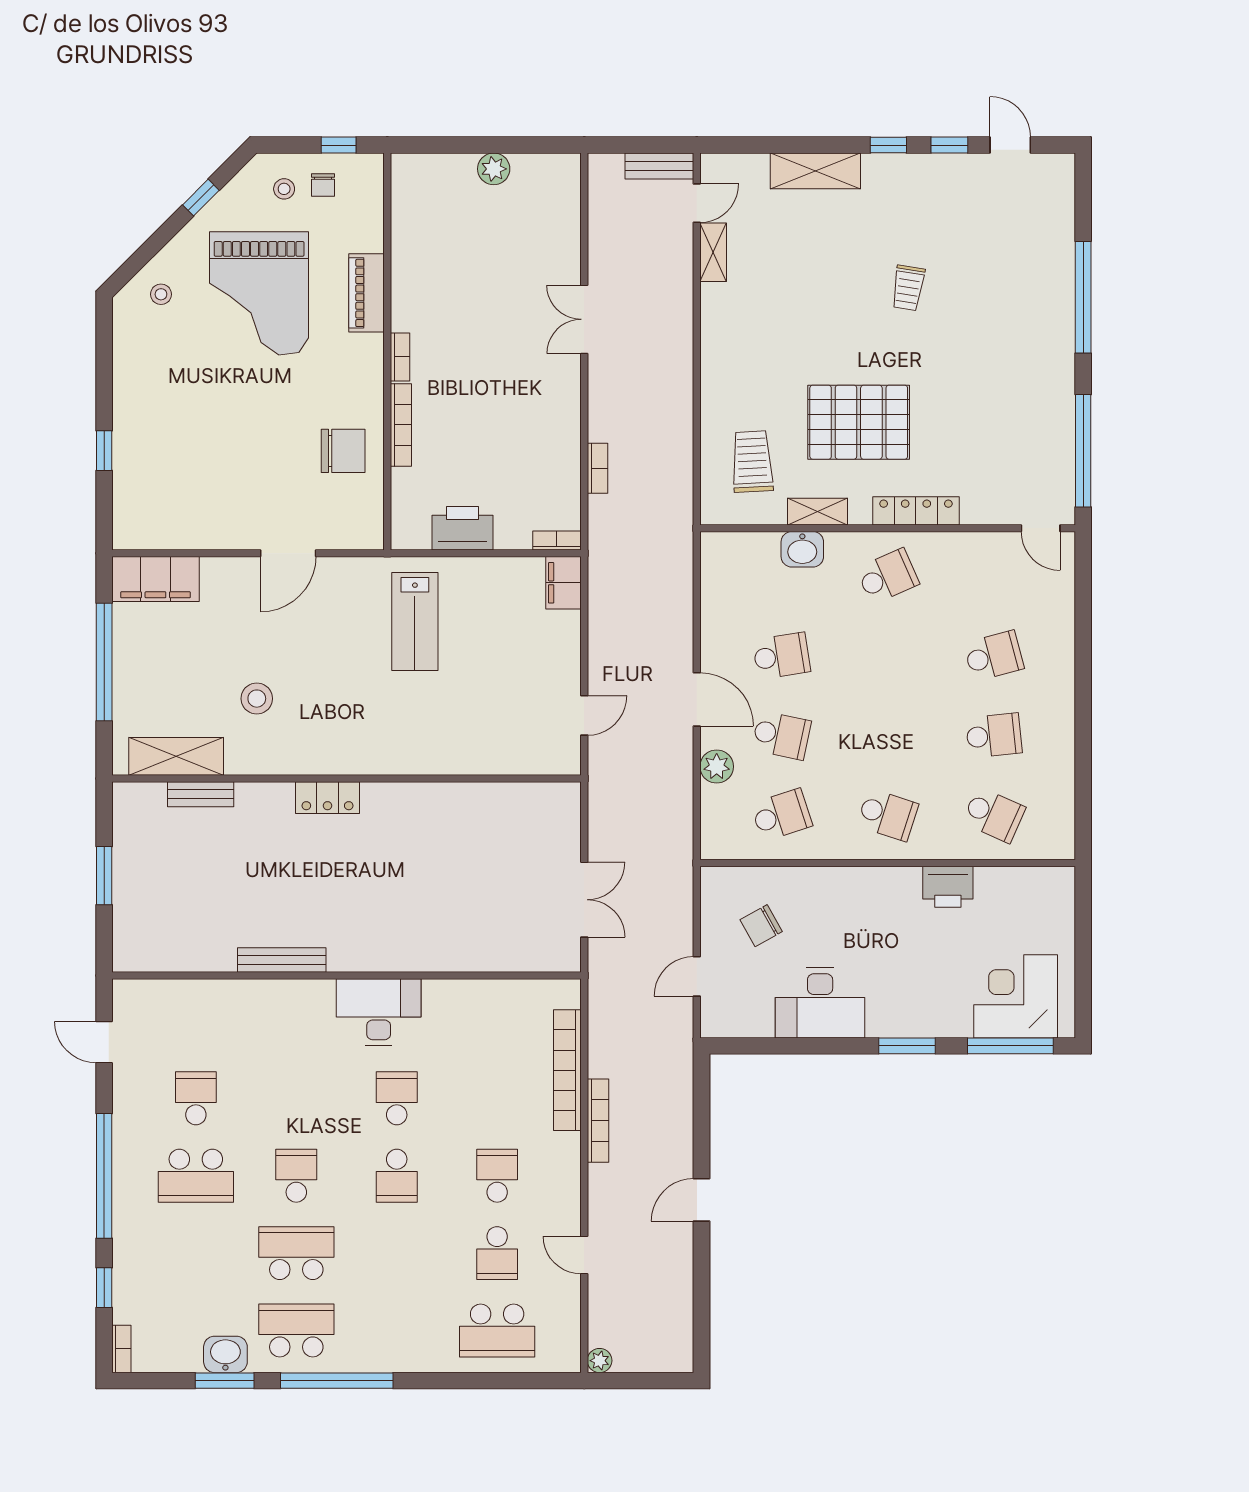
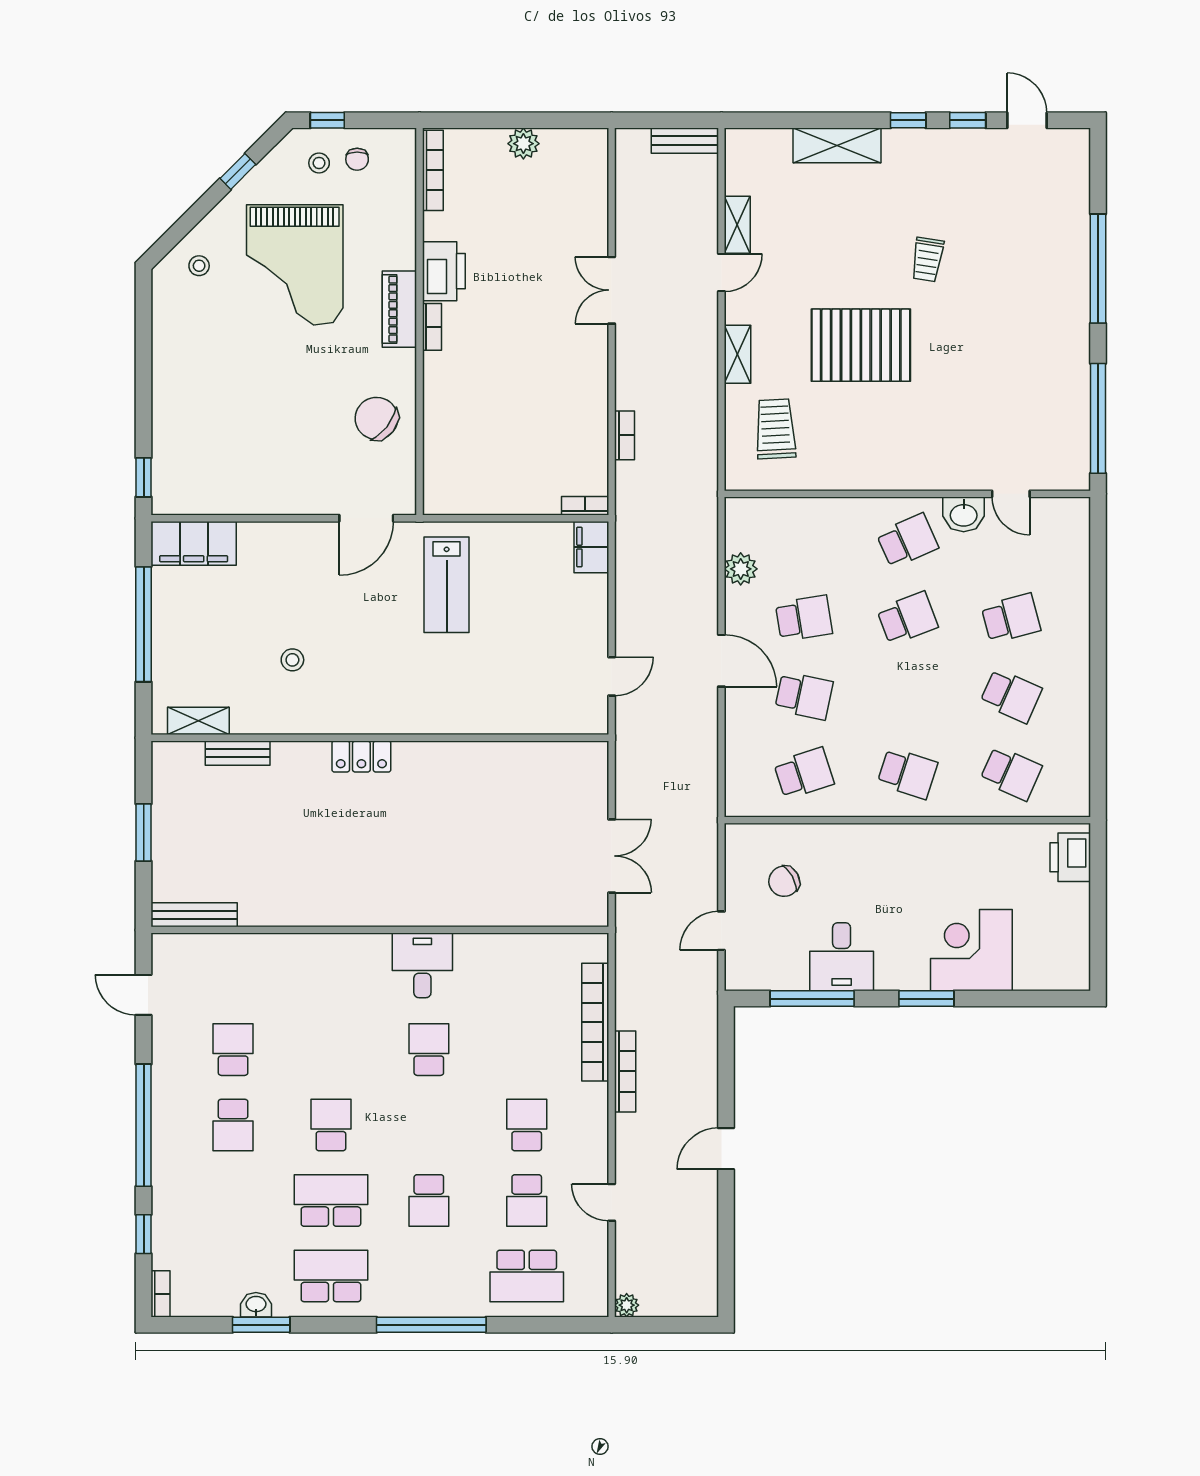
window: (339, 145) -> (327, 120), moved
door: (697, 203) -> (721, 273), moved
piano: (367, 293) -> (399, 309), moved
pallet: (859, 422) -> (861, 345), moved
bookcase: (401, 425) -> (433, 170), moved
window: (104, 451) -> (144, 477), moved
chair: (343, 451) -> (377, 418), turned -142
locker: (916, 511) -> (935, 477), removed
shelving: (818, 512) -> (738, 354), moved, turned 90
printer: (462, 528) -> (444, 271), moved, turned 90
door: (1041, 528) -> (1011, 494), moved
washbasin: (802, 549) -> (964, 514), moved
door: (288, 553) -> (366, 518), moved
school desk: (888, 656) -> (907, 618), added
stool: (257, 699) -> (292, 660), width x0.73, depth x0.73
school desk: (994, 735) -> (1011, 696), turned 30
shelving: (176, 756) -> (198, 721), width x0.67, depth x0.75
plant: (717, 767) -> (741, 569), moved
printer: (948, 887) -> (1070, 857), moved, turned 90
bench: (282, 960) -> (194, 915), moved
corner desk: (1016, 996) -> (971, 950), moved
desk: (820, 1003) -> (842, 957), width x0.73
desk: (379, 1012) -> (422, 965), width x0.73
window: (1010, 1046) -> (812, 999), moved
school desk: (196, 1176) -> (233, 1125), width x0.54
school desk: (397, 1176) -> (429, 1201), moved
washbasin: (225, 1354) -> (256, 1305), width x0.72, depth x0.69
window: (337, 1381) -> (431, 1325), moved

